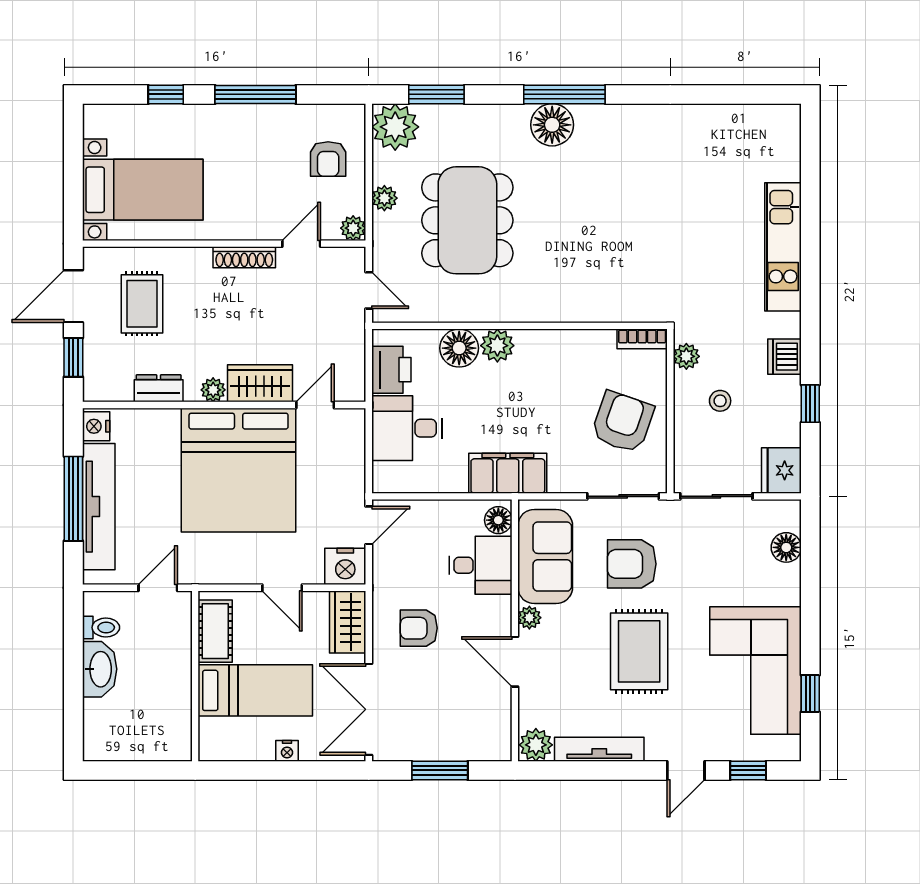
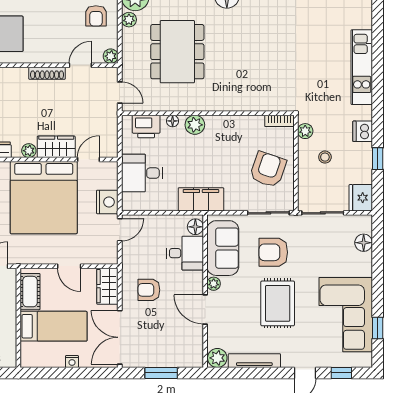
plant: (384, 198) -> (129, 20), moved
floor lamp: (459, 348) -> (173, 121), width x0.53, depth x0.53
printer: (391, 370) -> (146, 126), moved, turned 90
nightstand: (345, 566) -> (107, 202), moved, turned -90

